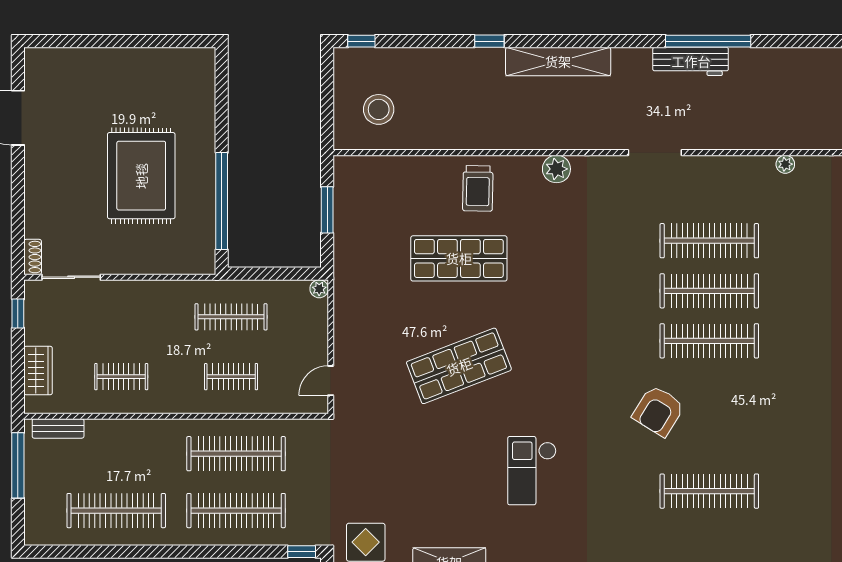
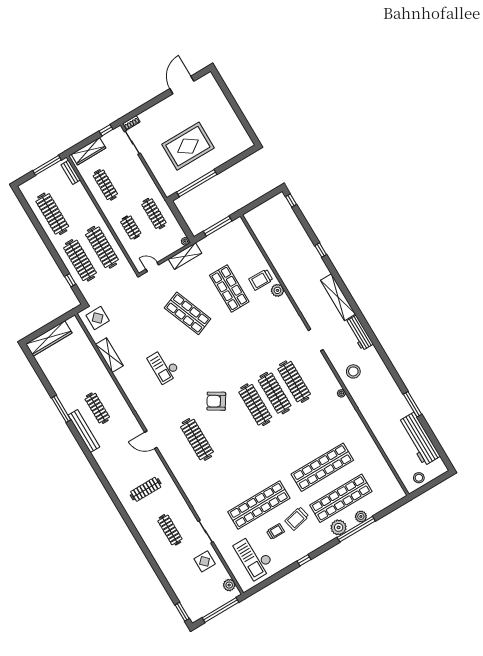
window: (708, 41) -> (371, 335), removed
shelving: (558, 61) -> (338, 297), moved
stool: (379, 109) -> (353, 371), moved
plant: (556, 169) -> (277, 290), moved
window: (327, 210) -> (218, 226), width x1.44
shelving: (347, 306) -> (185, 256), added
wardrobe: (38, 371) -> (88, 151), width x1.50
clothes rail: (121, 377) -> (105, 185), width x1.36
checkout: (532, 471) -> (164, 366), turned -90
window: (302, 552) -> (70, 280), moved

